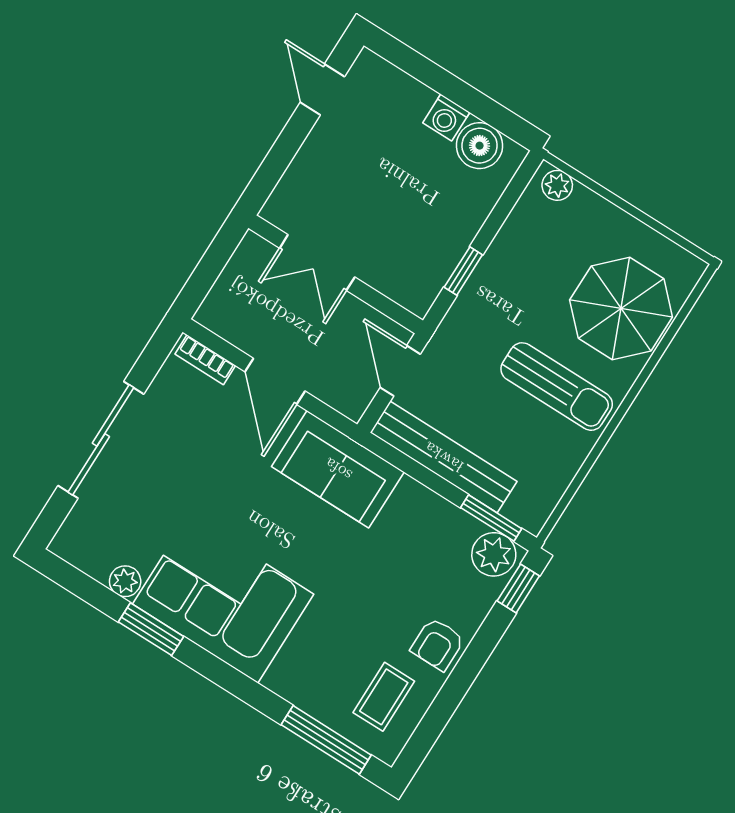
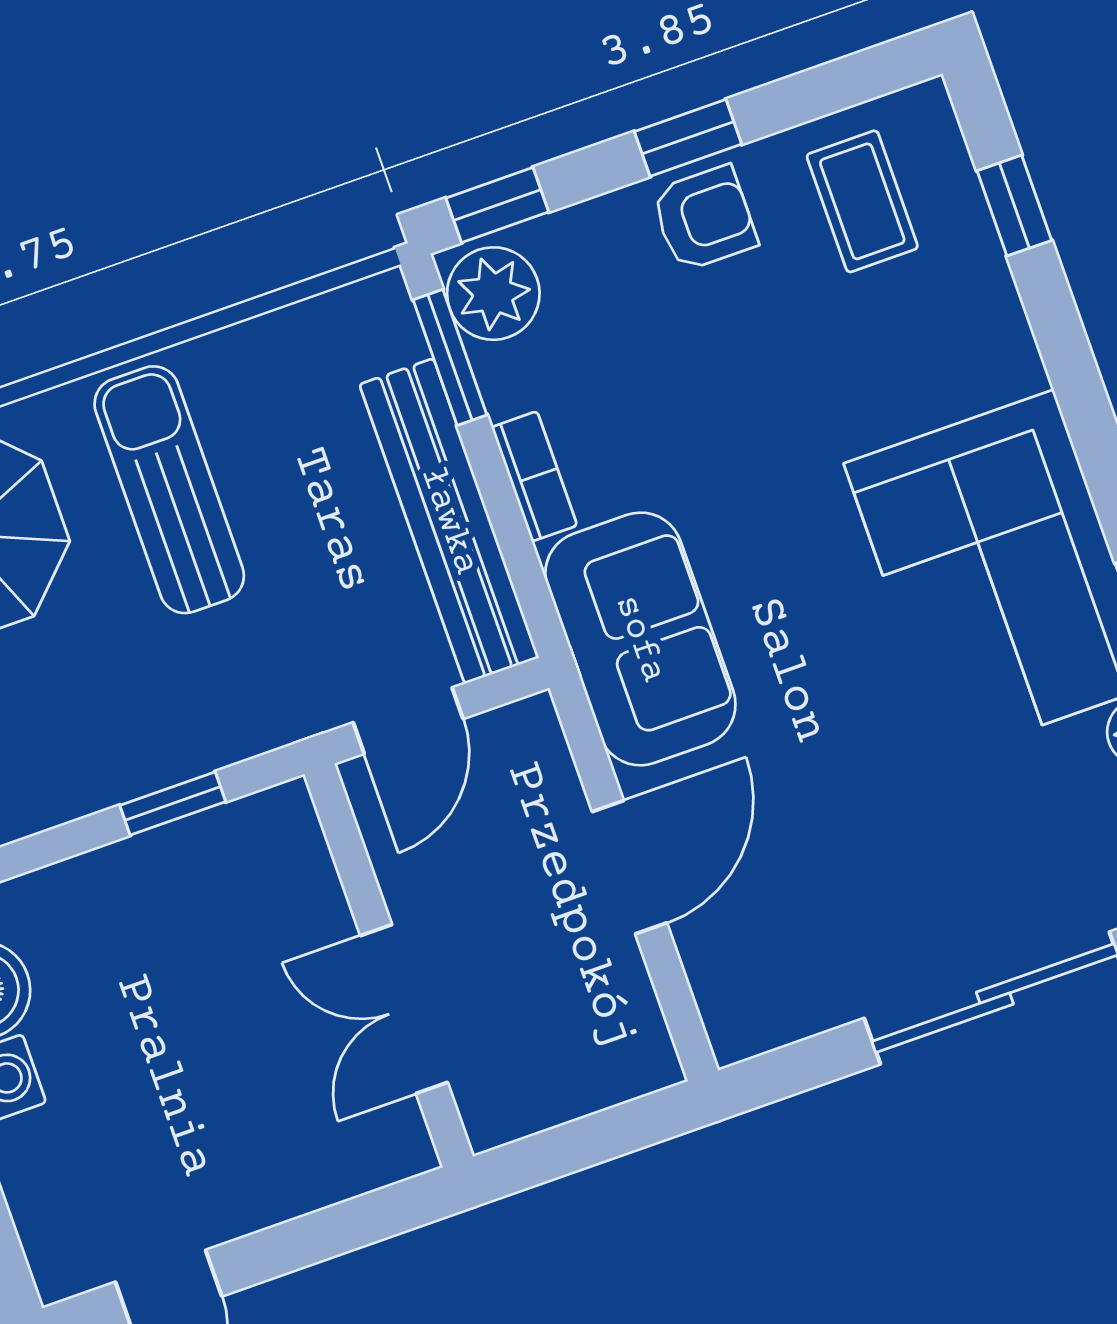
double door: (317, 263) -> (404, 1009), swing flipped
bookcase: (205, 360) -> (534, 476), moved
window: (467, 669) -> (688, 138), added
coffee table: (384, 697) -> (862, 201), turned 90
window: (326, 740) -> (1014, 206), width x0.46

